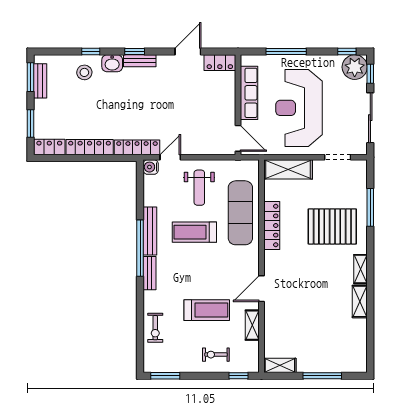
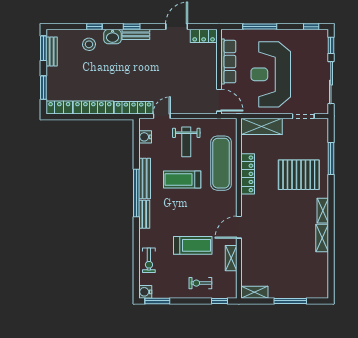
plant: (355, 67) -> (318, 40), removed
water cooler: (151, 167) -> (145, 137), moved
water cooler: (151, 365) -> (145, 292), added

